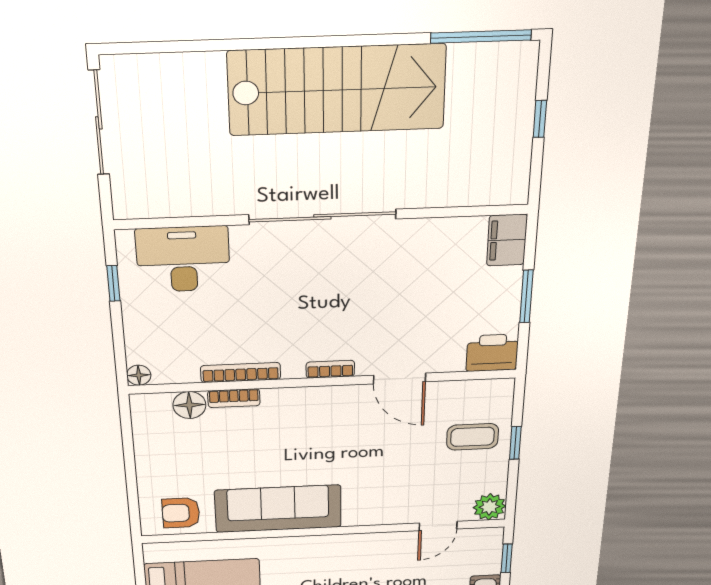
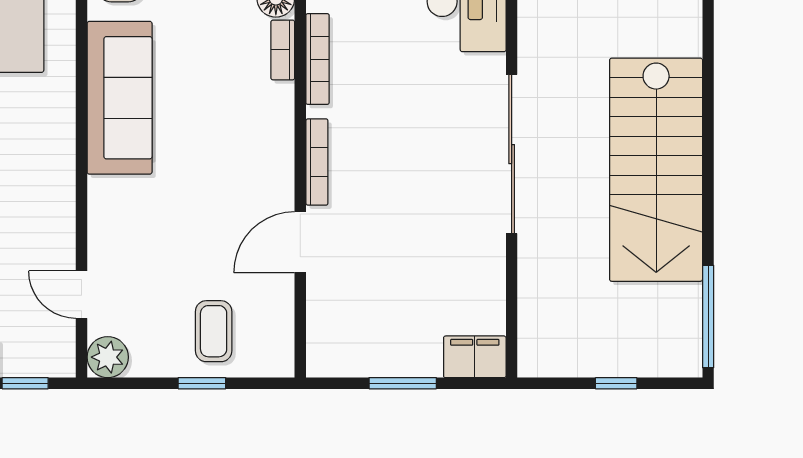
printer: (492, 353) -> (330, 348), removed
bookcase: (330, 369) -> (317, 162), width x1.56

